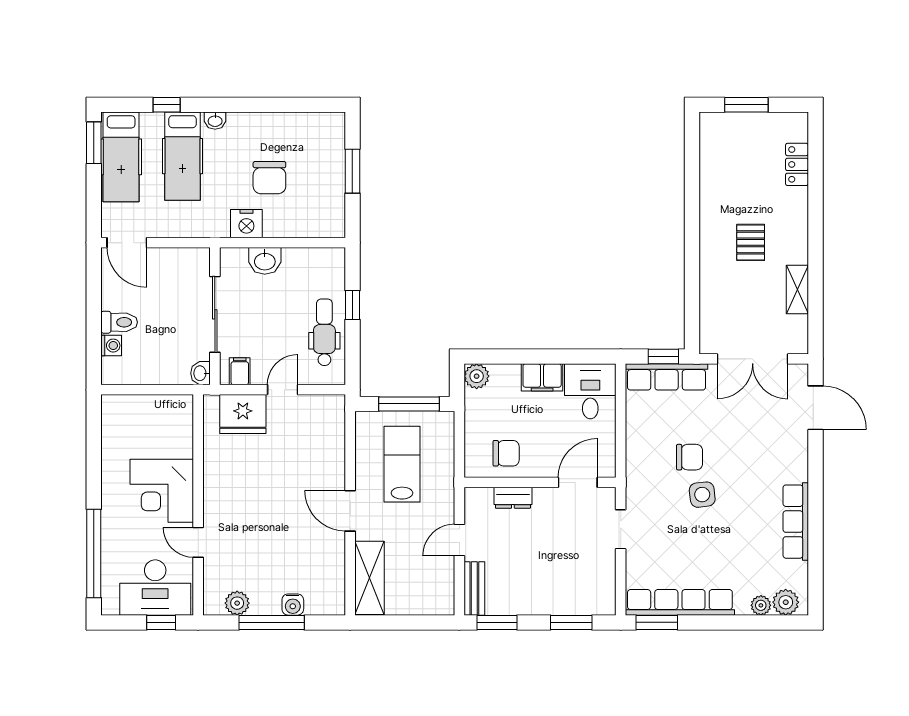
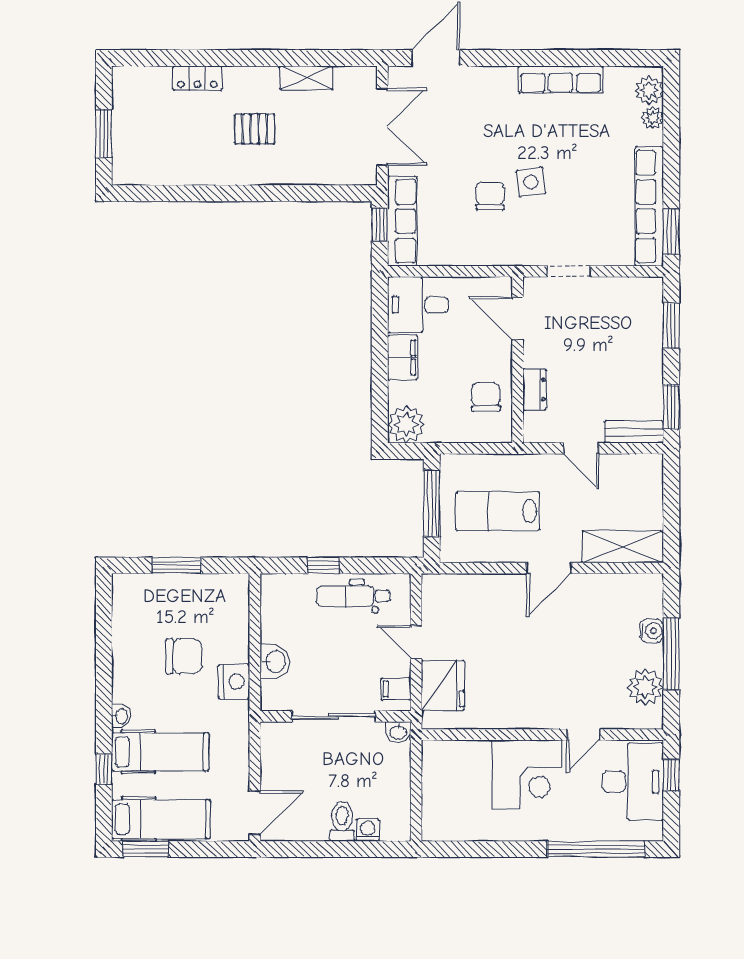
locker: (797, 164) -> (197, 78), moved
plant: (477, 376) -> (406, 424), width x1.36, depth x1.36
plant: (237, 603) -> (645, 687), width x1.36, depth x1.36

